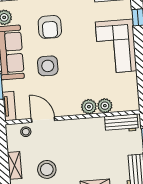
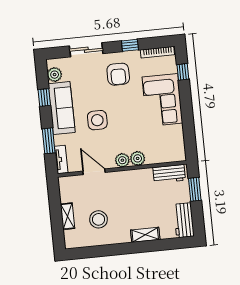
armchair: (50, 27) -> (118, 74), moved
plant: (105, 106) -> (122, 160), moved
stool: (26, 132) -> (78, 184), removed

